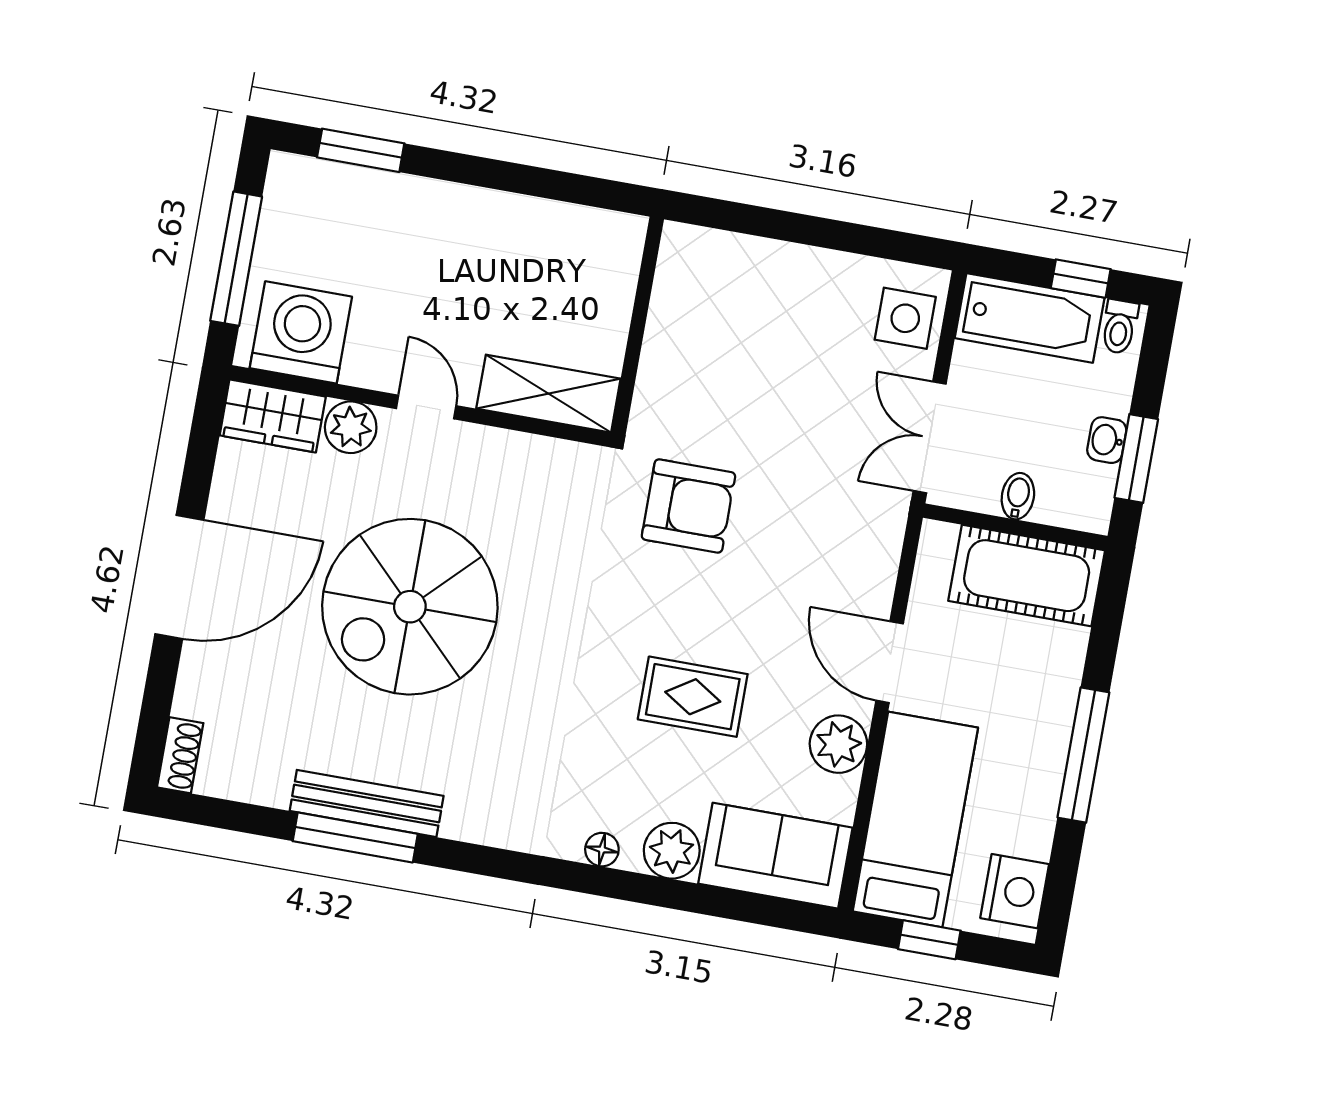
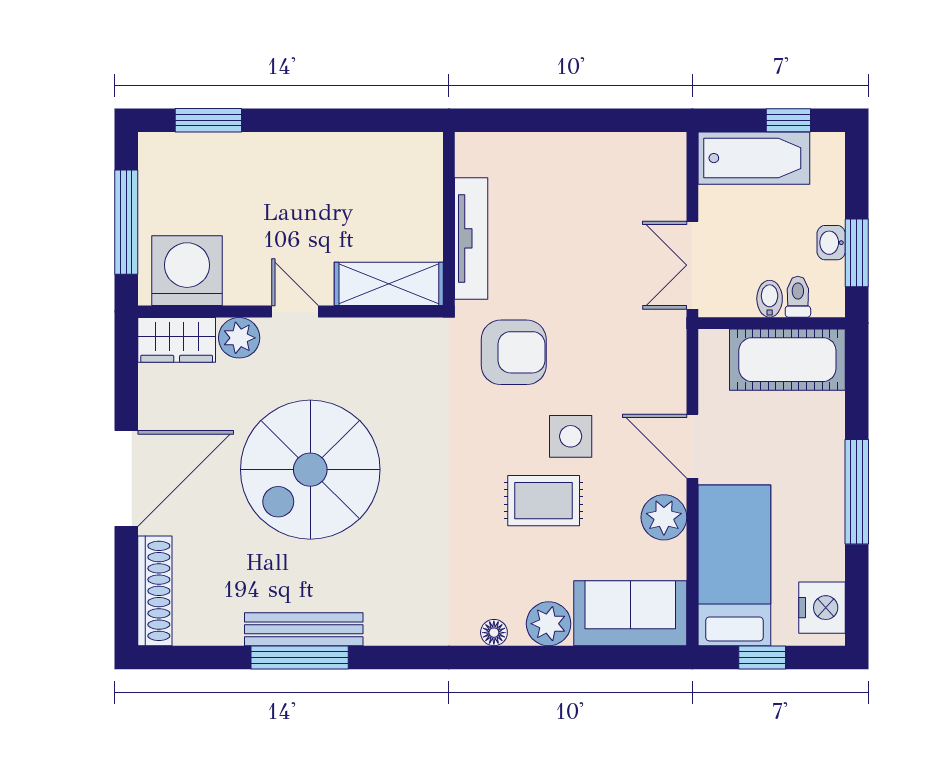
side table: (905, 318) -> (571, 436), moved
toilet: (1120, 327) -> (798, 297), moved, turned 180
tv unit: (661, 355) -> (471, 238), added
shoe rack: (180, 755) -> (155, 591), width x1.94, depth x1.24

